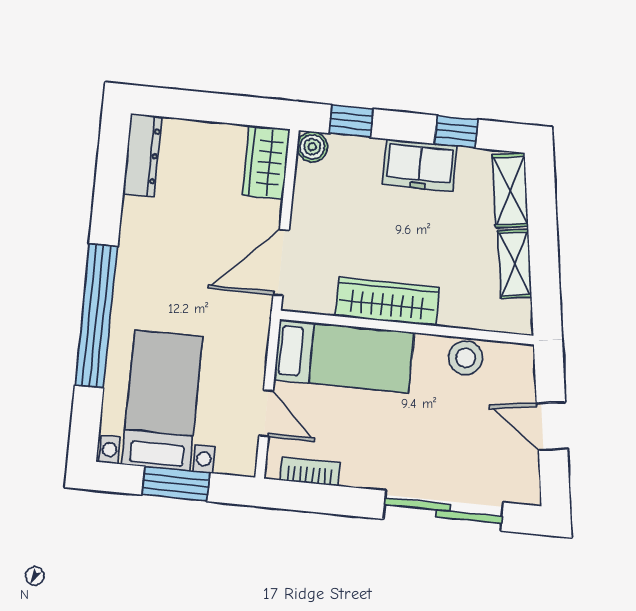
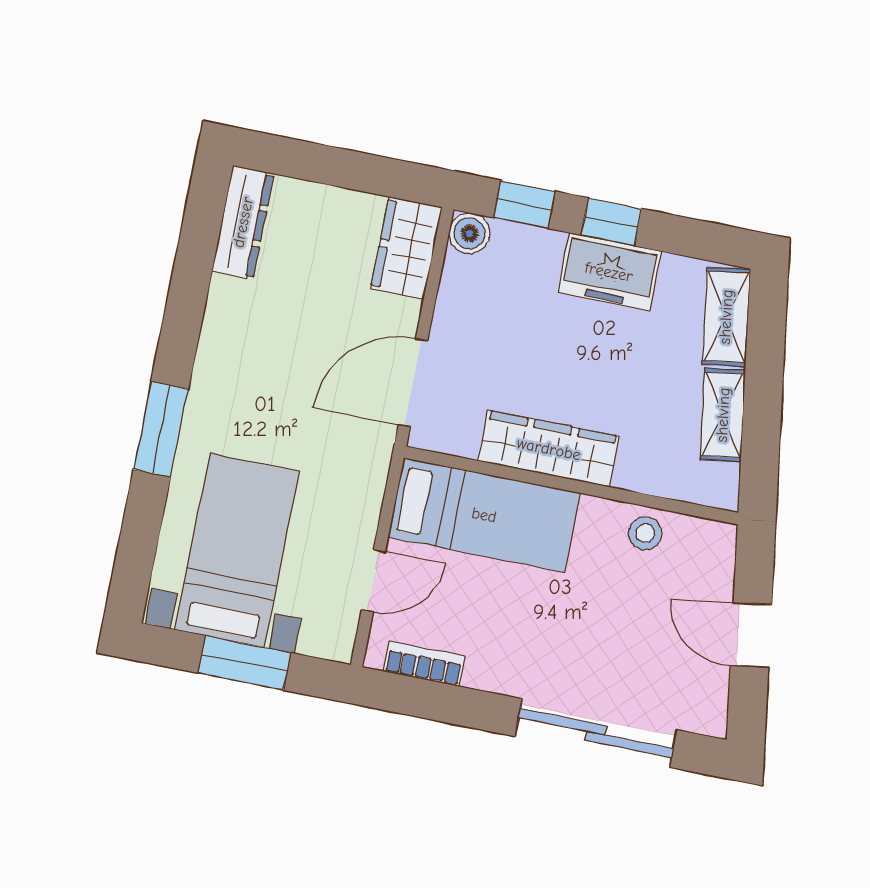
window: (456, 132) -> (611, 222), moved
window: (96, 316) -> (161, 429), width x0.47
stool: (465, 358) -> (645, 533), width x0.73, depth x0.73
door: (266, 413) -> (373, 581), hinge flipped

